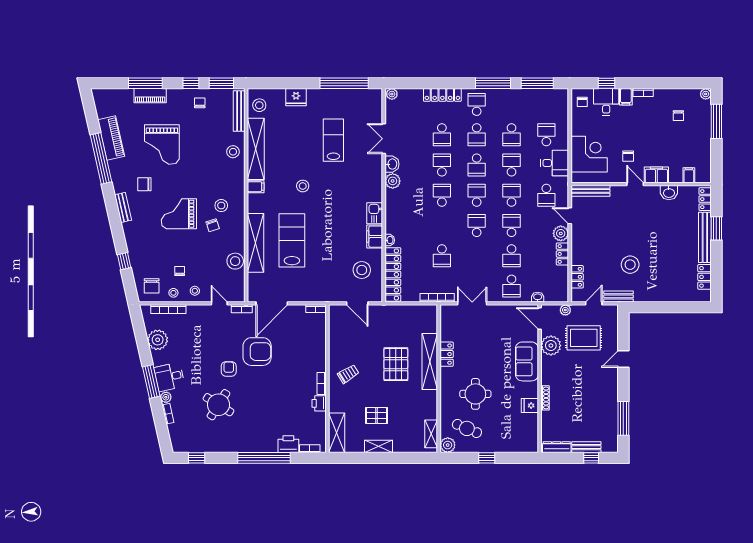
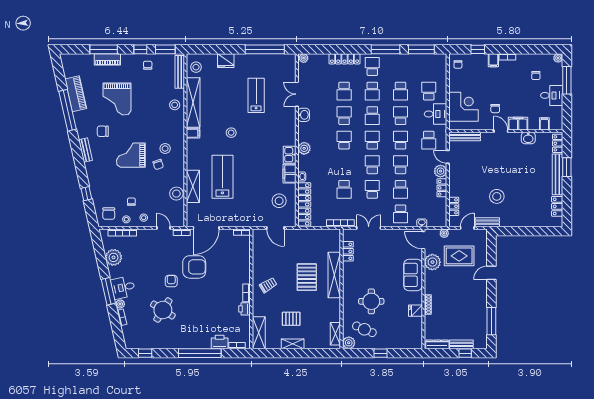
desk: (606, 102) -> (552, 95), moved, turned 90
plant: (393, 181) -> (304, 148), moved
shelving: (255, 243) -> (193, 186), width x0.68
school desk: (477, 256) -> (372, 189), added
locker: (447, 354) -> (348, 251), moved

